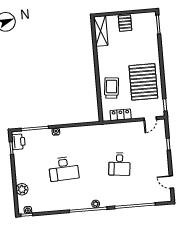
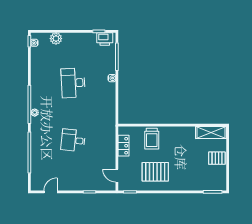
pallet: (143, 82) -> (155, 172), width x0.73, depth x0.71
trolley: (112, 88) -> (152, 139), turned 84

